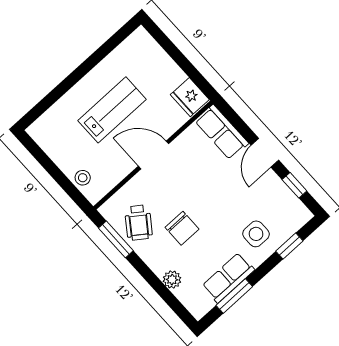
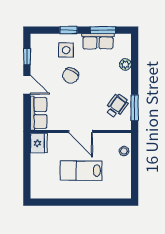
door: (265, 153) -> (27, 85), hinge flipped
chair: (182, 228) -> (71, 75), moved, turned -151
window: (289, 246) -> (69, 30), moved

